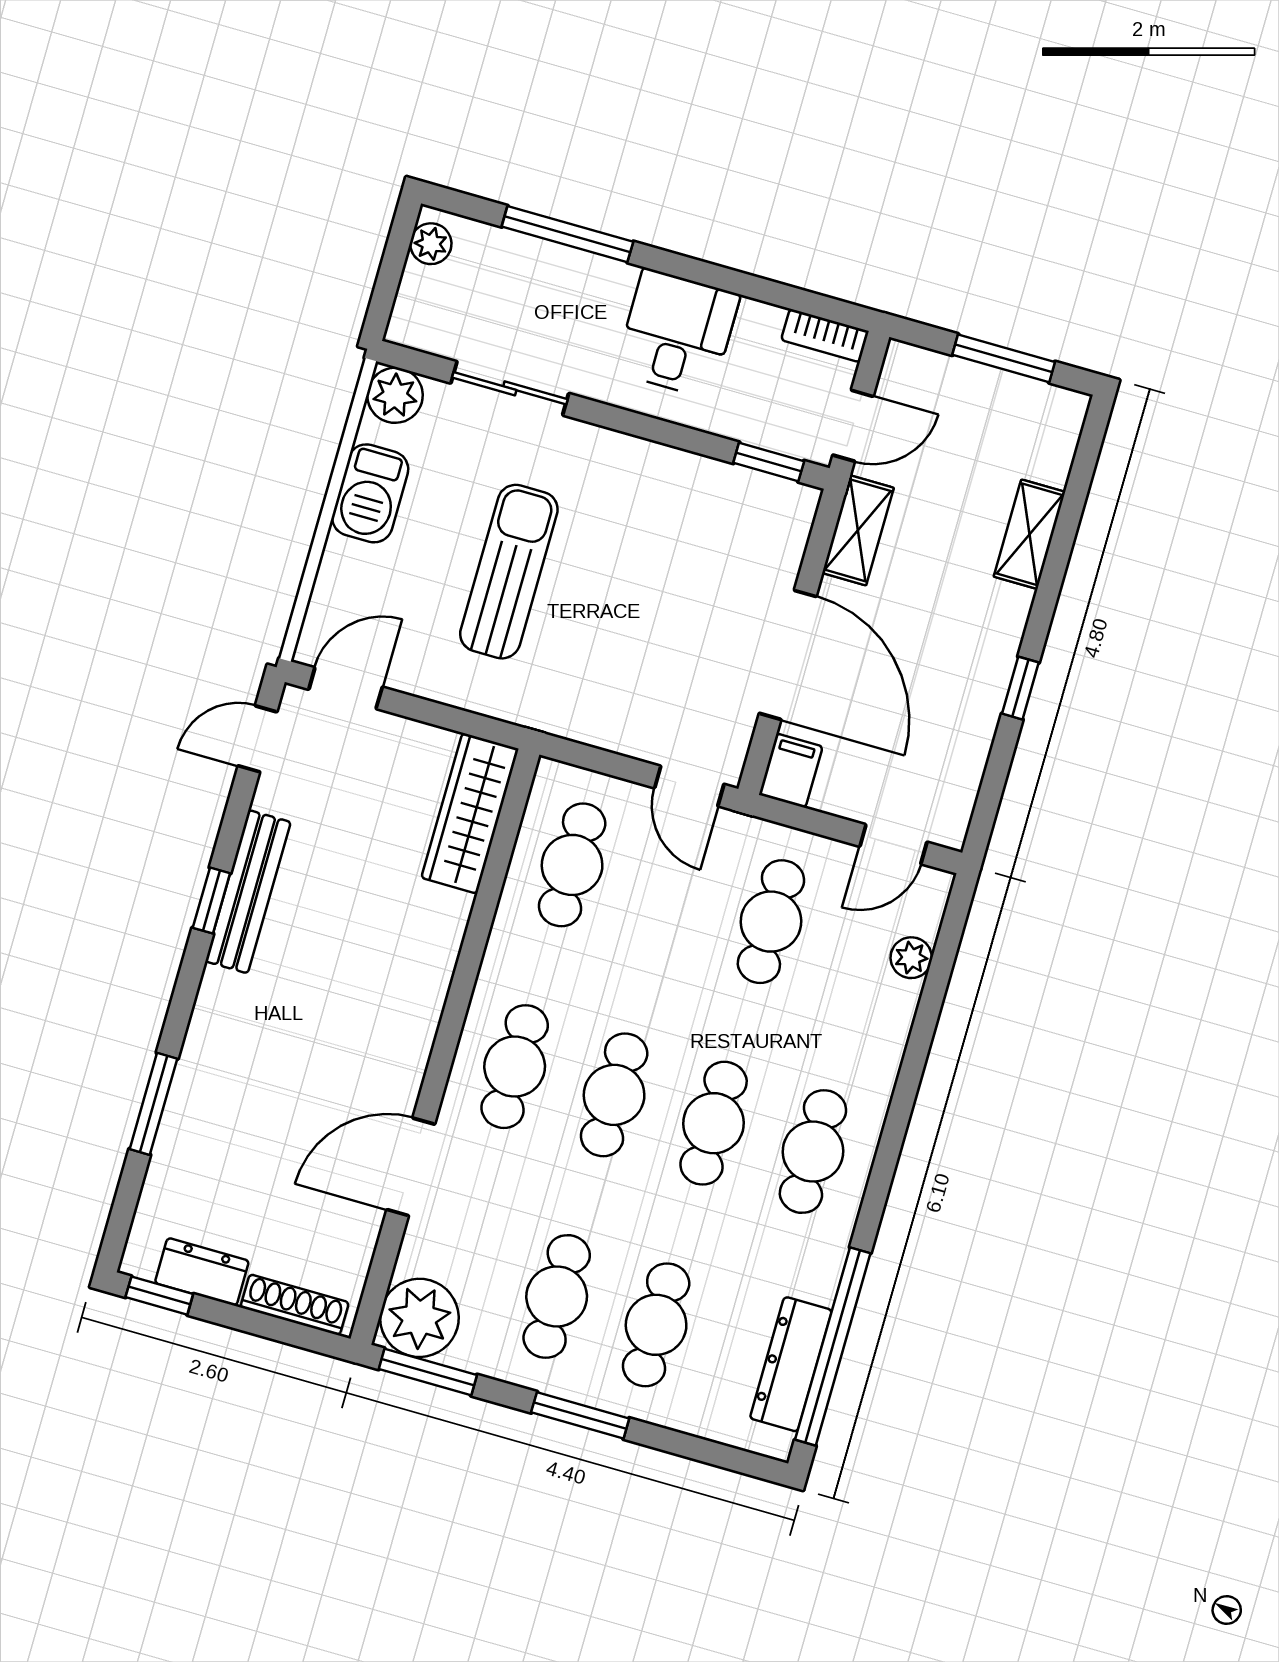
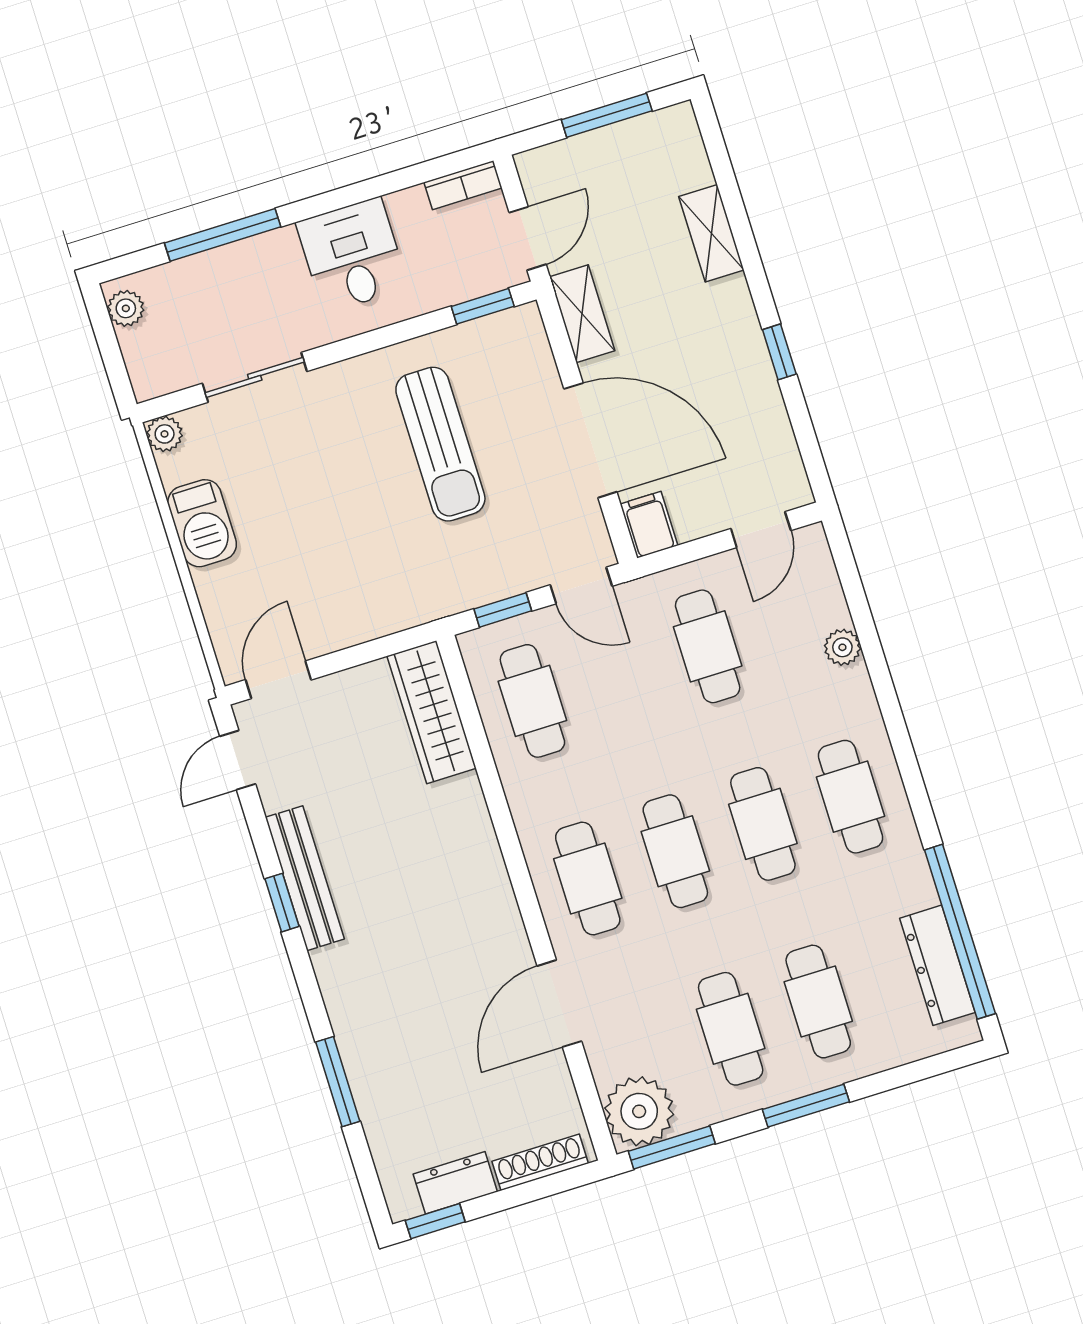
plant: (395, 395) -> (165, 434), width x0.73, depth x0.73
sun lounger: (509, 572) -> (440, 444), moved, turned 180
window: (600, 761) -> (503, 610), added
plant: (911, 958) -> (842, 647), moved

